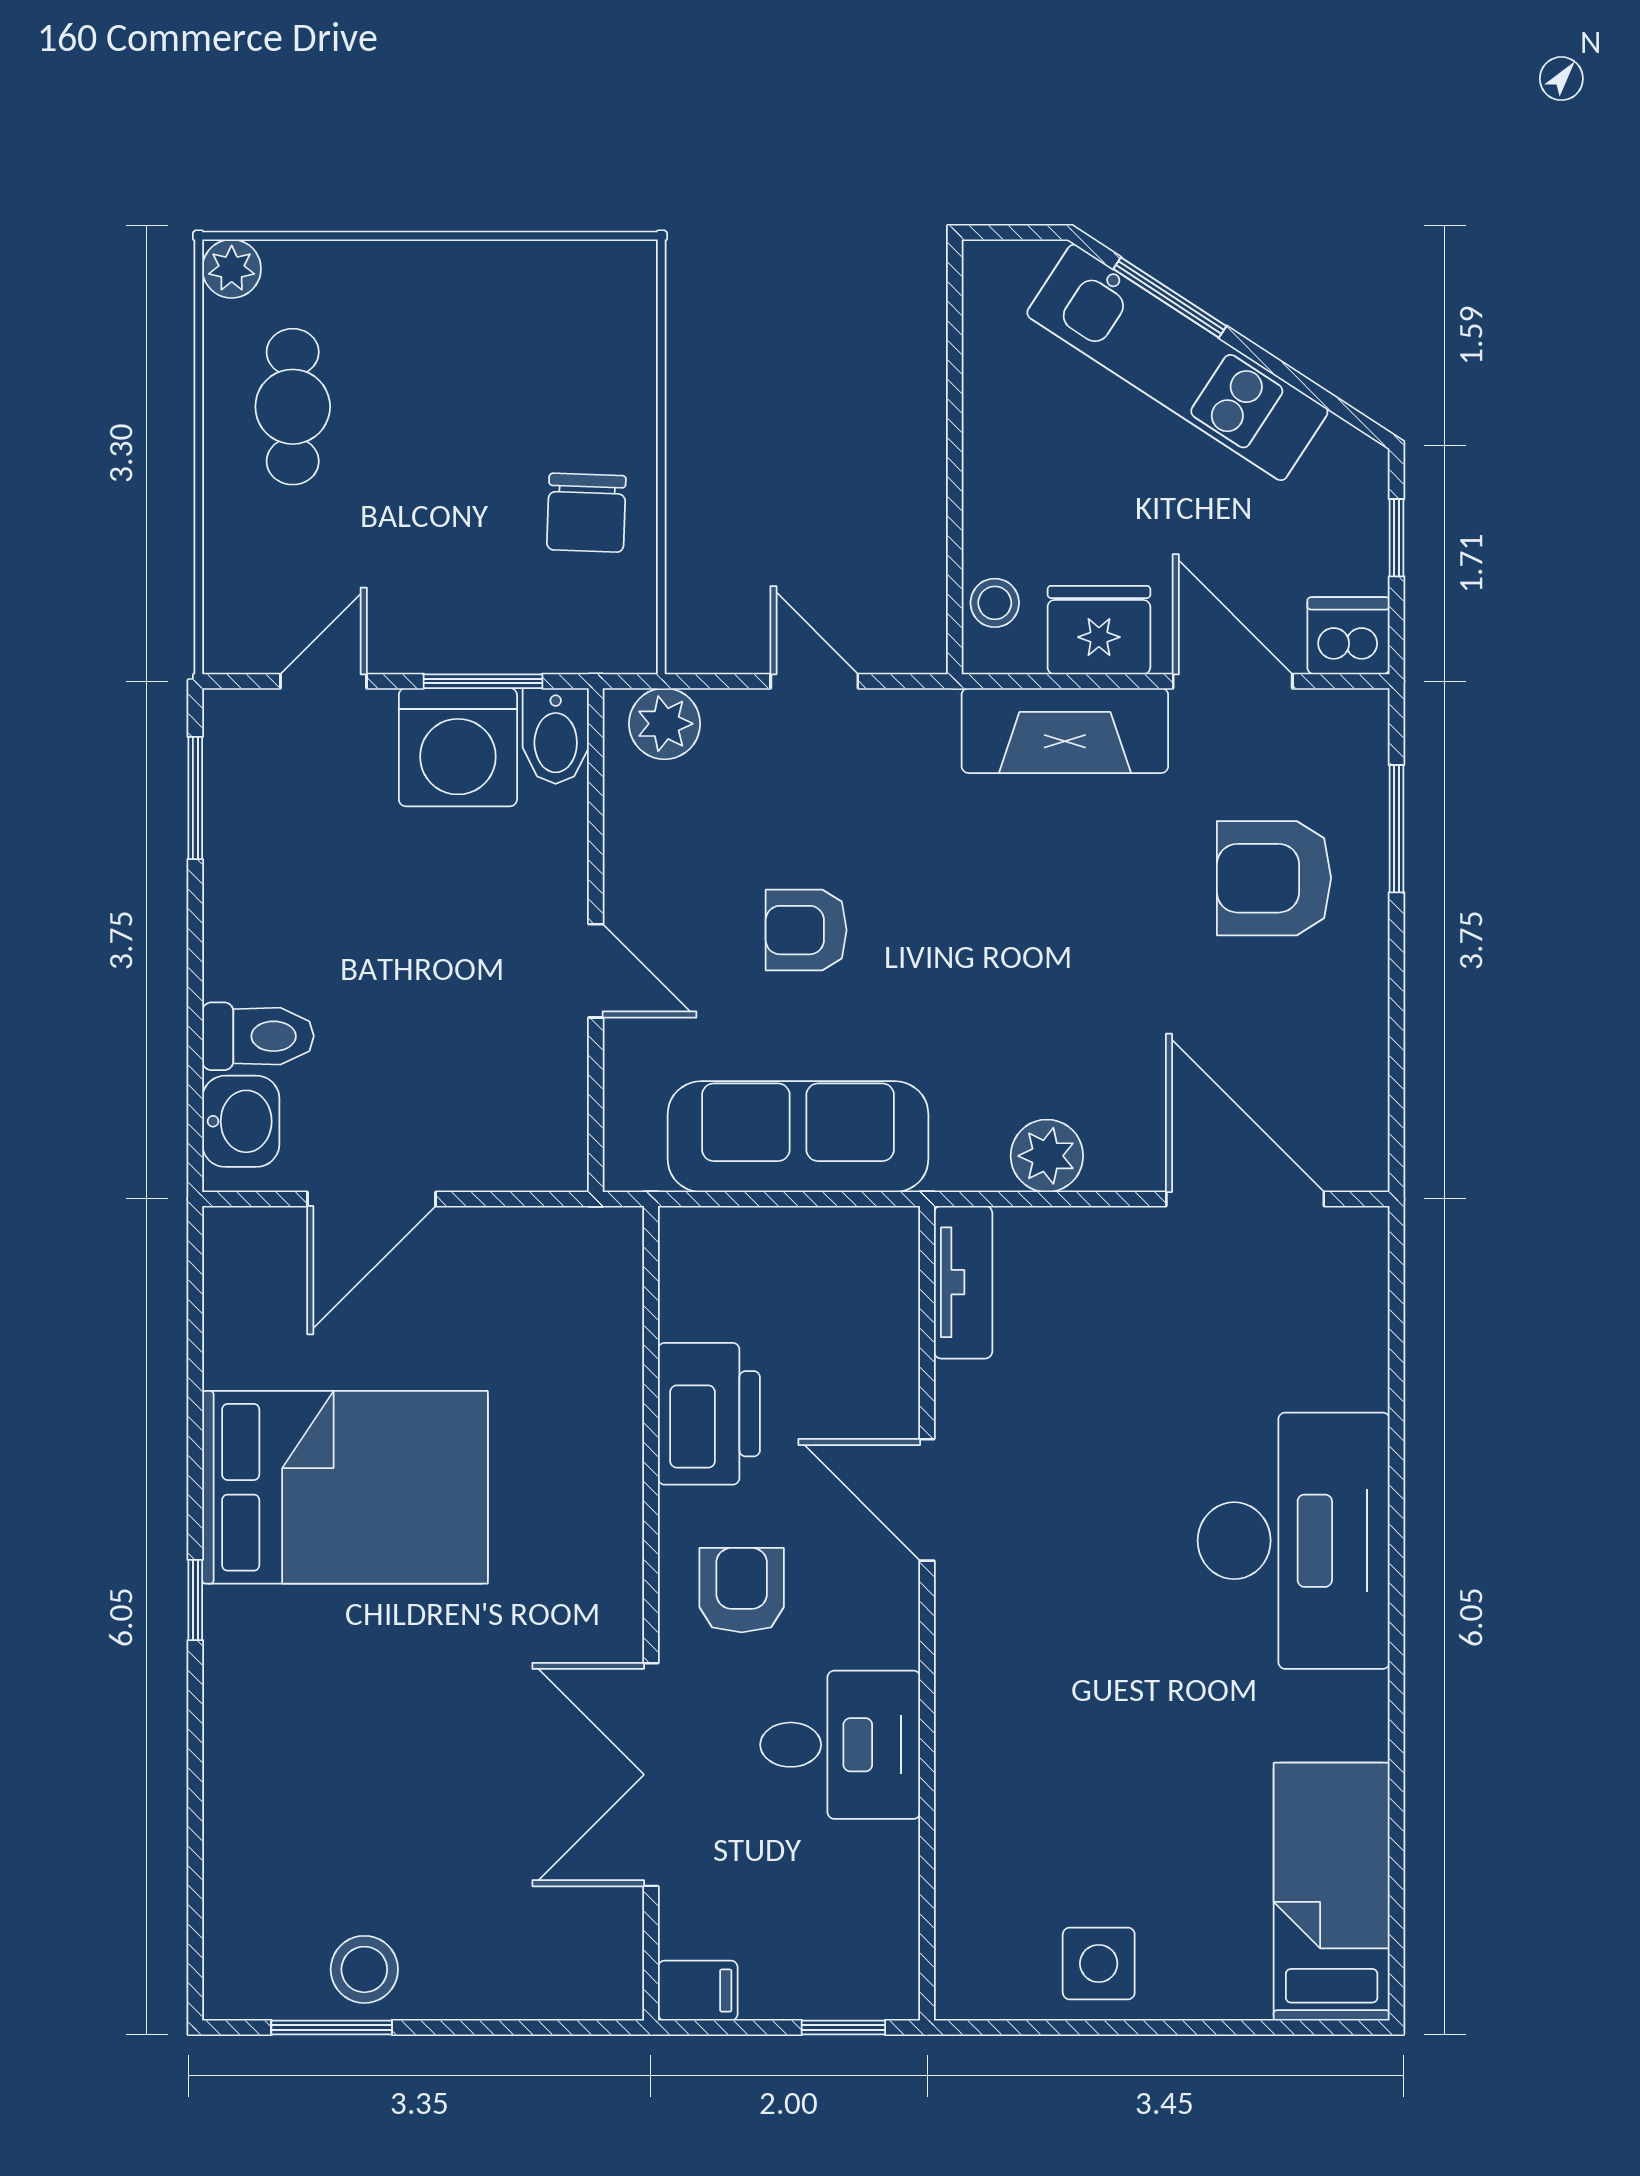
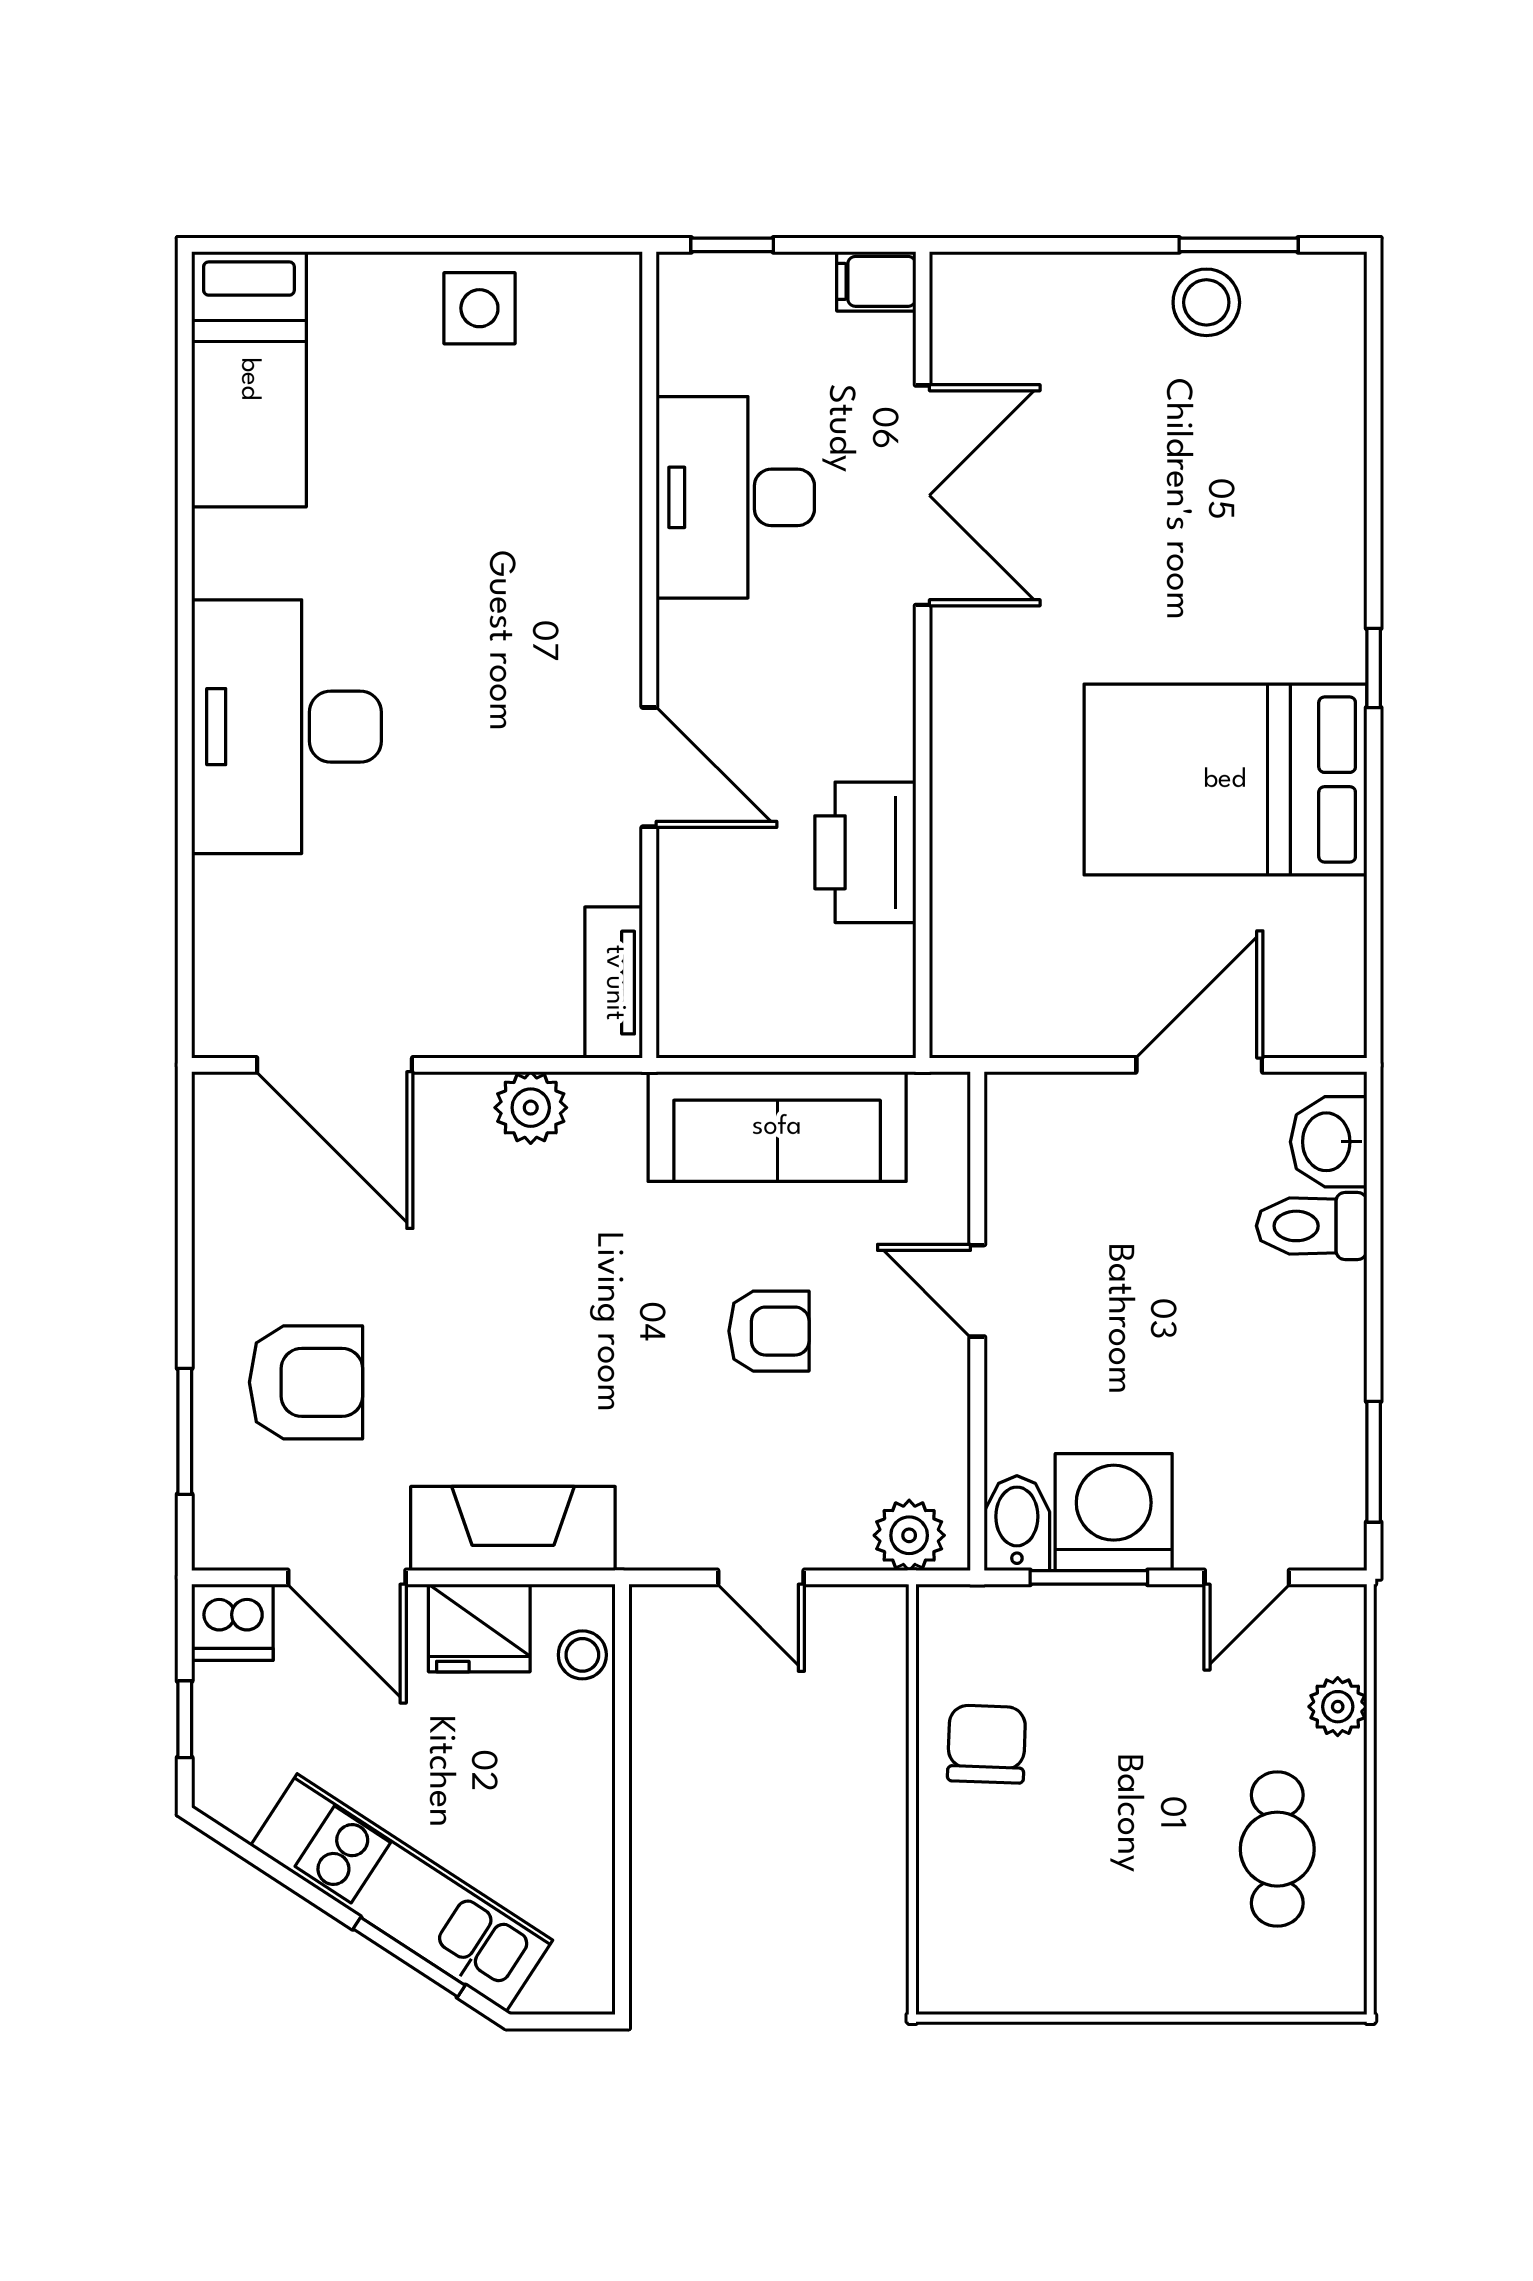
plant: (232, 269) -> (1338, 1707), moved
armchair: (742, 1590) -> (833, 678), removed
desk: (840, 1745) -> (735, 497), width x1.37

